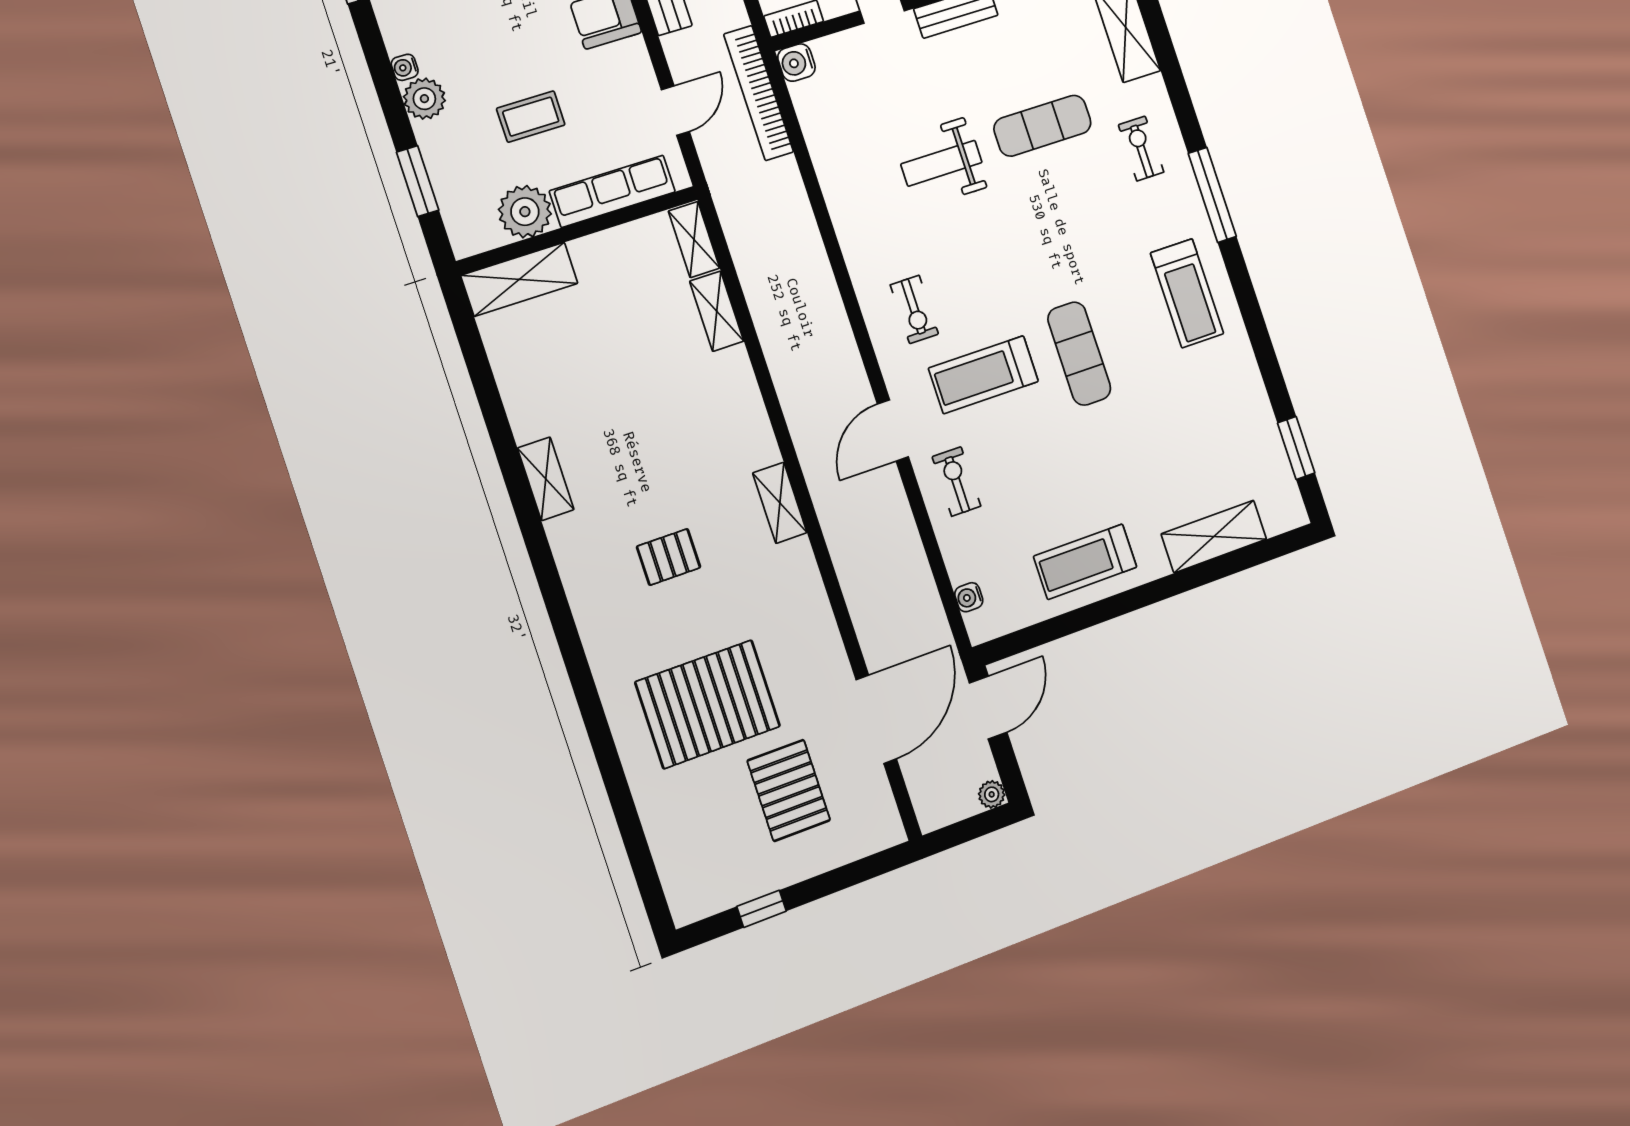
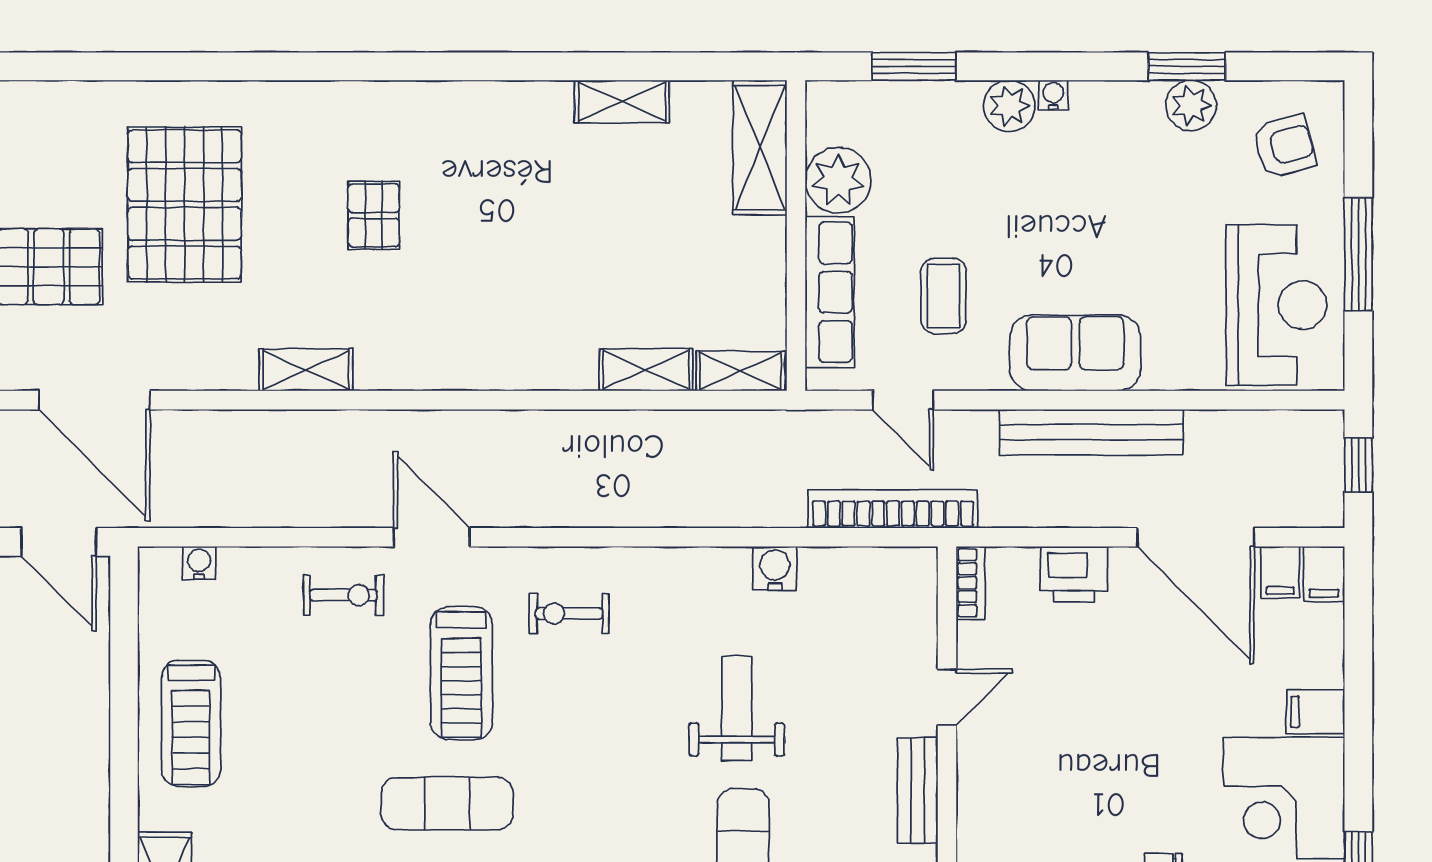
water cooler: (796, 63) -> (775, 568), moved
coffee table: (531, 117) -> (944, 296), moved
treadmill: (983, 375) -> (461, 673), turned 180
shelving: (546, 479) -> (622, 101), moved
shelving: (780, 503) -> (306, 370), moved
treadmill: (1085, 562) -> (191, 723), turned 180

